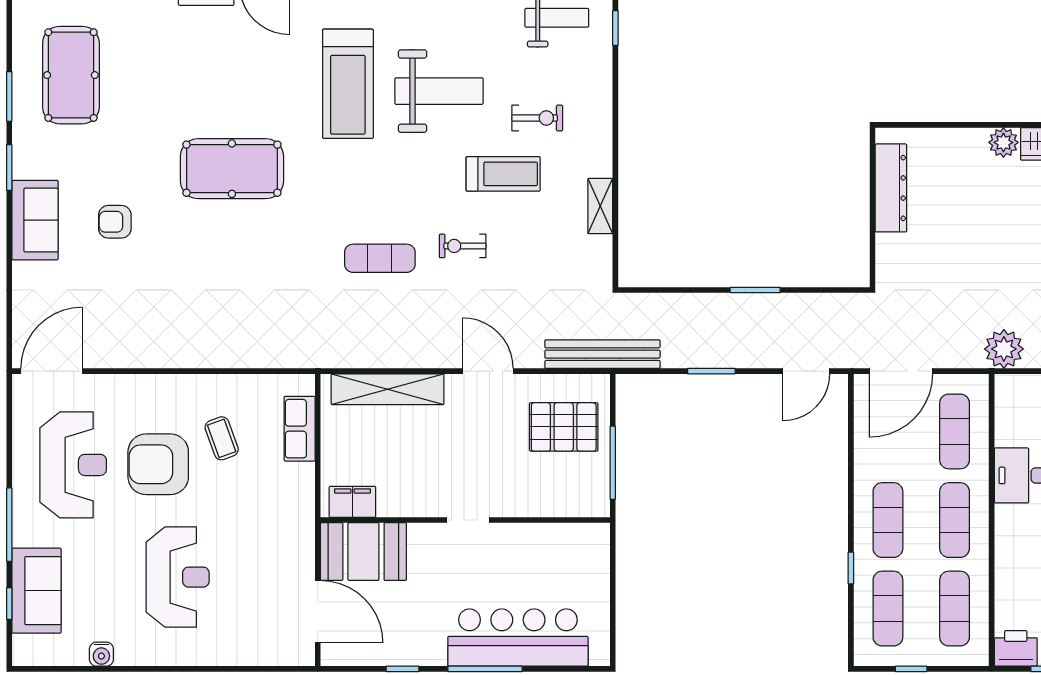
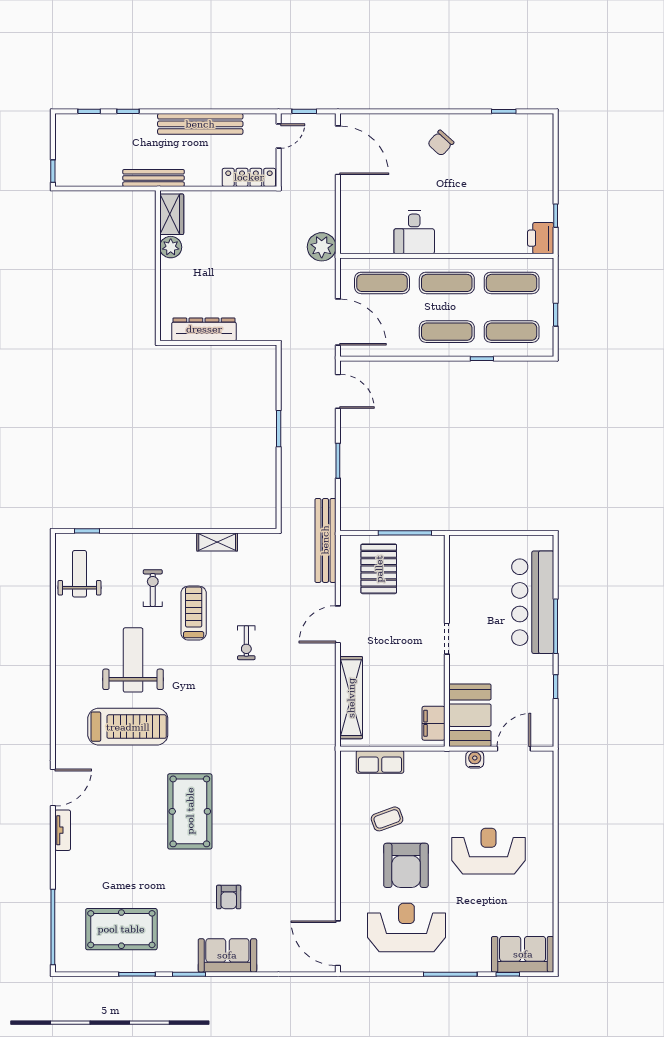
exercise mat: (380, 258) -> (255, 703), removed
sofa: (37, 591) -> (523, 954), moved
door: (318, 612) -> (514, 749), width x0.73
water cooler: (101, 654) -> (475, 759), moved, turned -90

